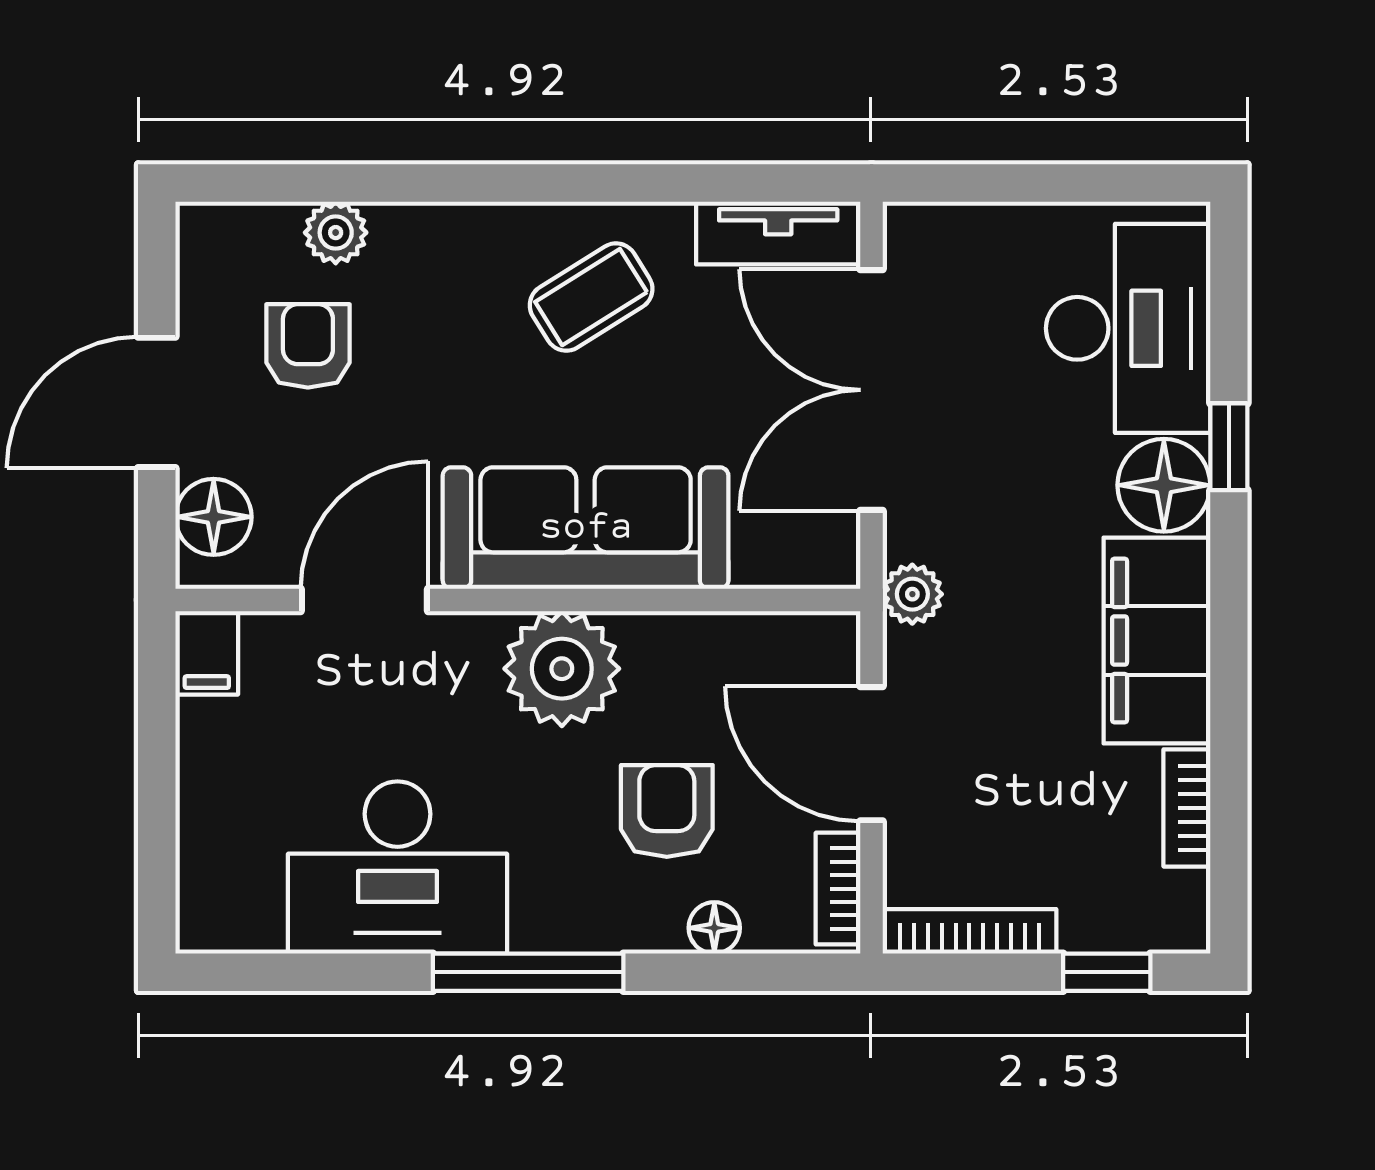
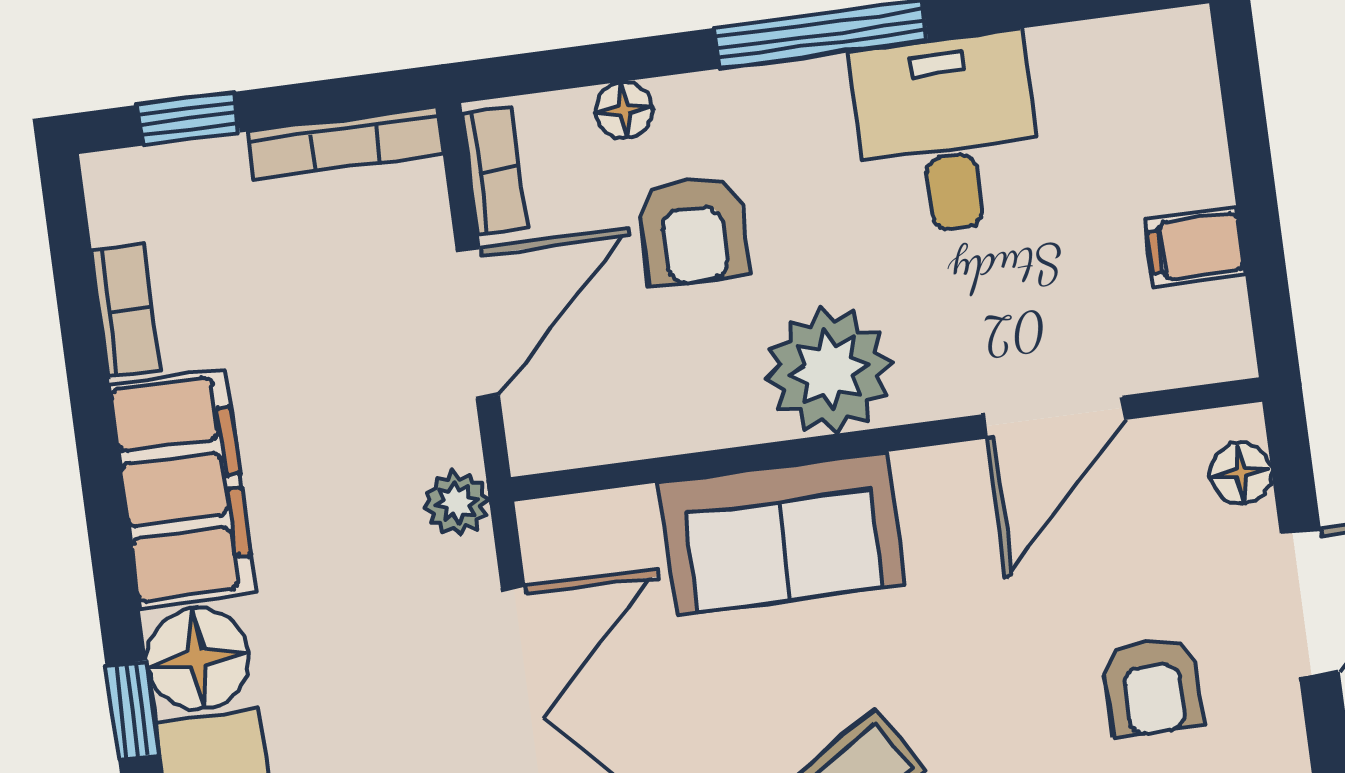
floor lamp: (214, 517) -> (1241, 473), width x0.73, depth x0.73
sofa: (586, 528) -> (782, 533), width x0.73
filing cabinet: (207, 653) -> (1195, 247), moved, turned -90
door: (872, 754) -> (478, 323), hinge flipped
desk: (398, 867) -> (947, 134), width x0.73

